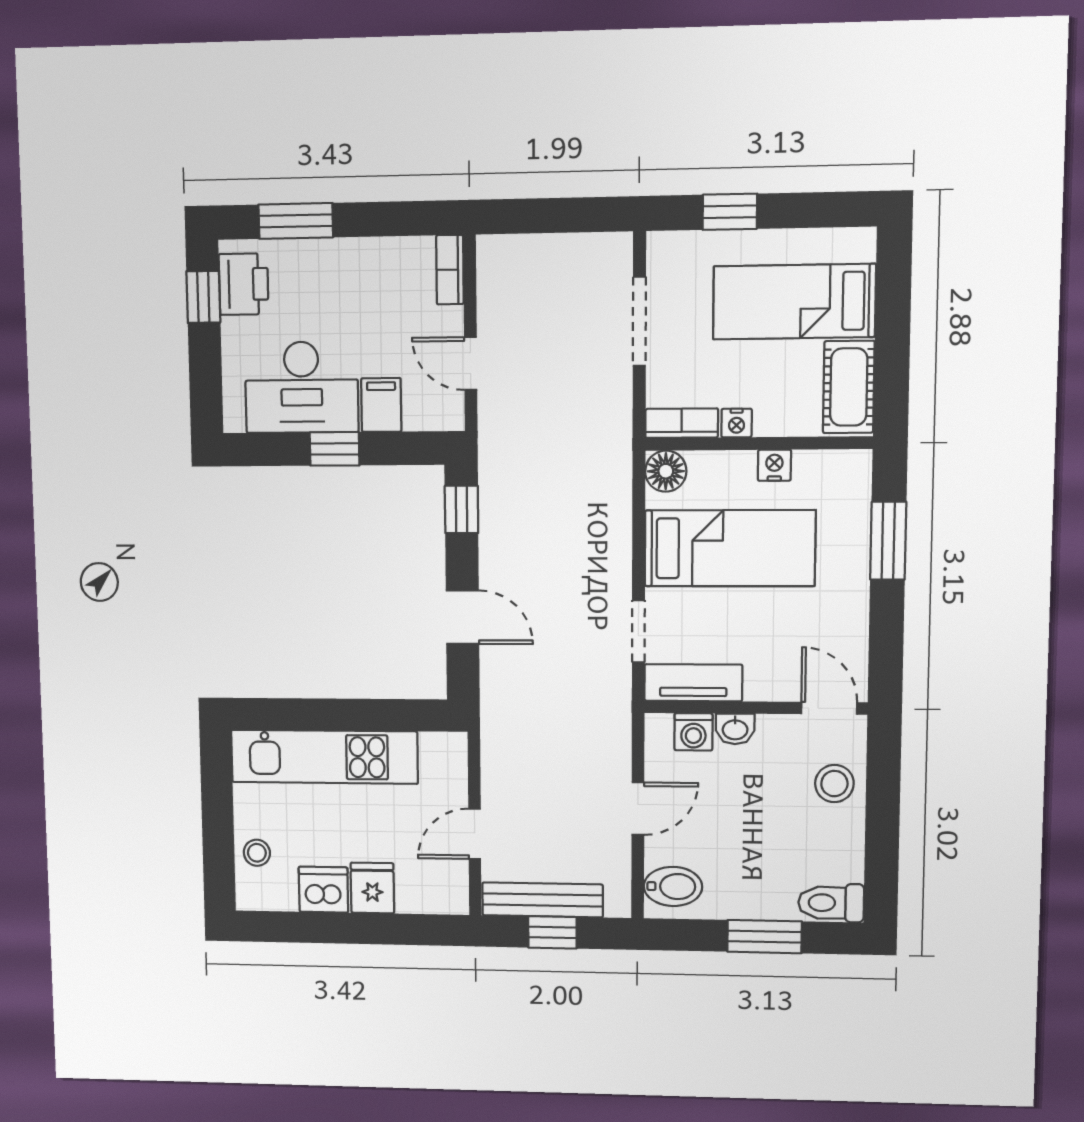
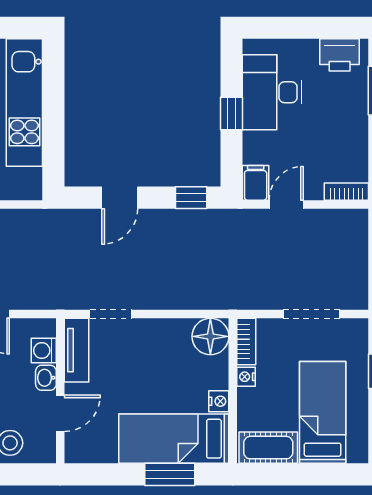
window: (203, 297) -> (332, 28), removed
filing cabinet: (381, 405) -> (256, 183), moved, turned -90
floor lamp: (666, 471) -> (210, 336), width x1.38, depth x1.38
bed: (730, 548) -> (174, 439), moved, turned 90
door: (829, 708) -> (60, 413), moved

